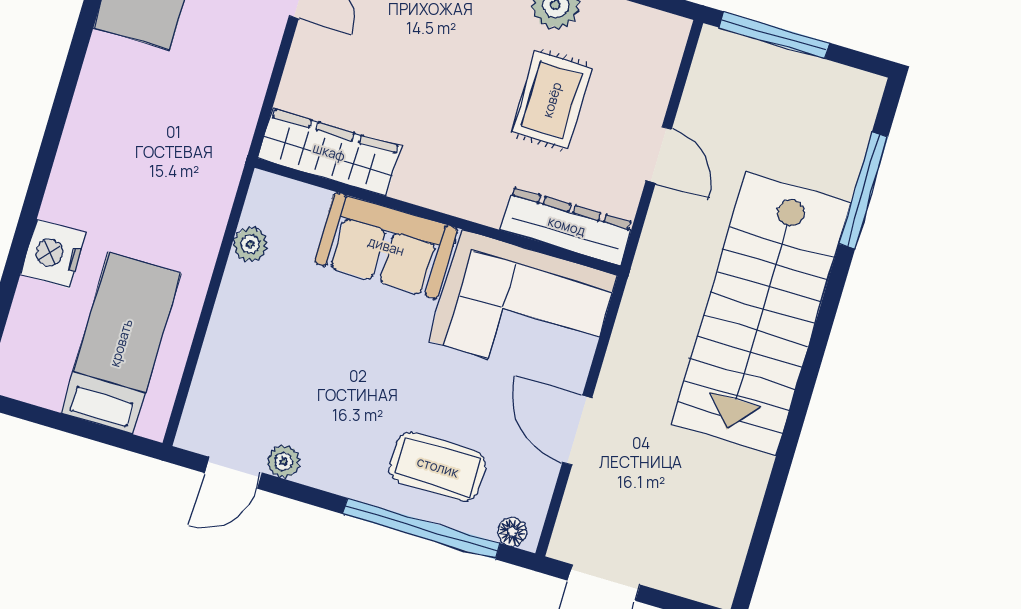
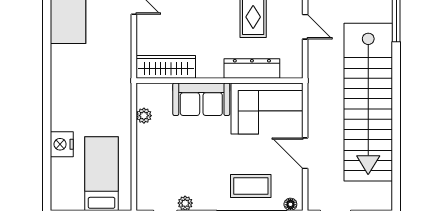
dresser: (567, 226) -> (252, 68), moved
stairs: (761, 314) -> (368, 102), width x1.36

